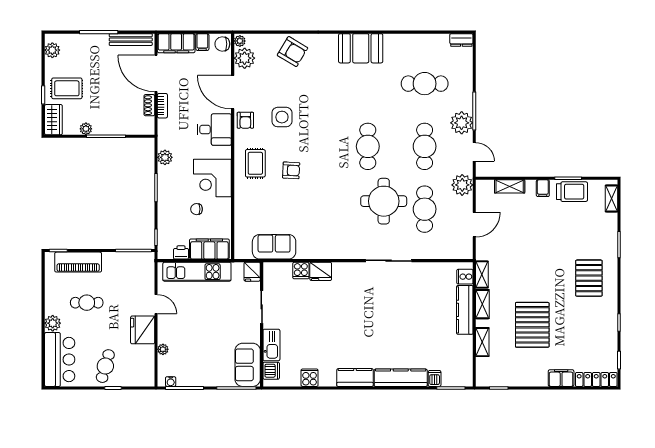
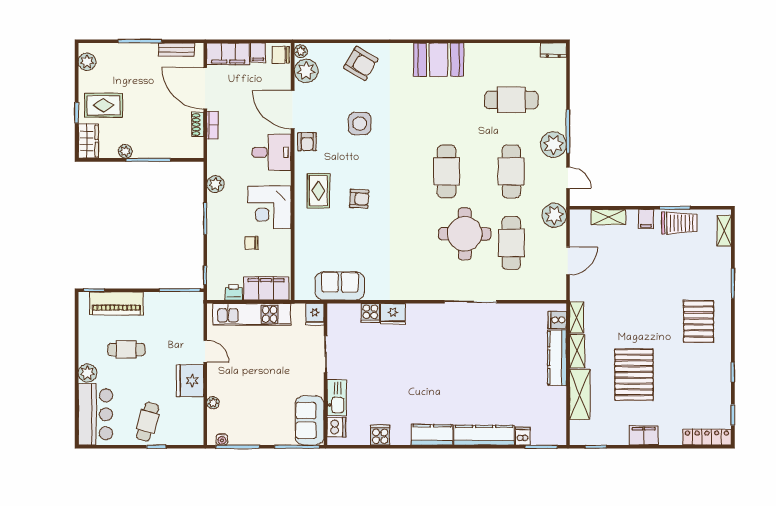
bench: (131, 40) -> (176, 50), width x0.73
side table: (282, 117) -> (360, 124), moved
shelving: (482, 342) -> (580, 394), width x1.50, depth x1.33
filing cabinet: (561, 378) -> (644, 435), moved

